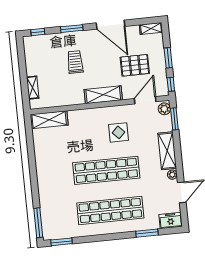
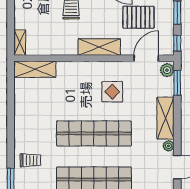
shelving: (33, 88) -> (20, 43), moved
trolley: (53, 199) -> (30, 160), added

